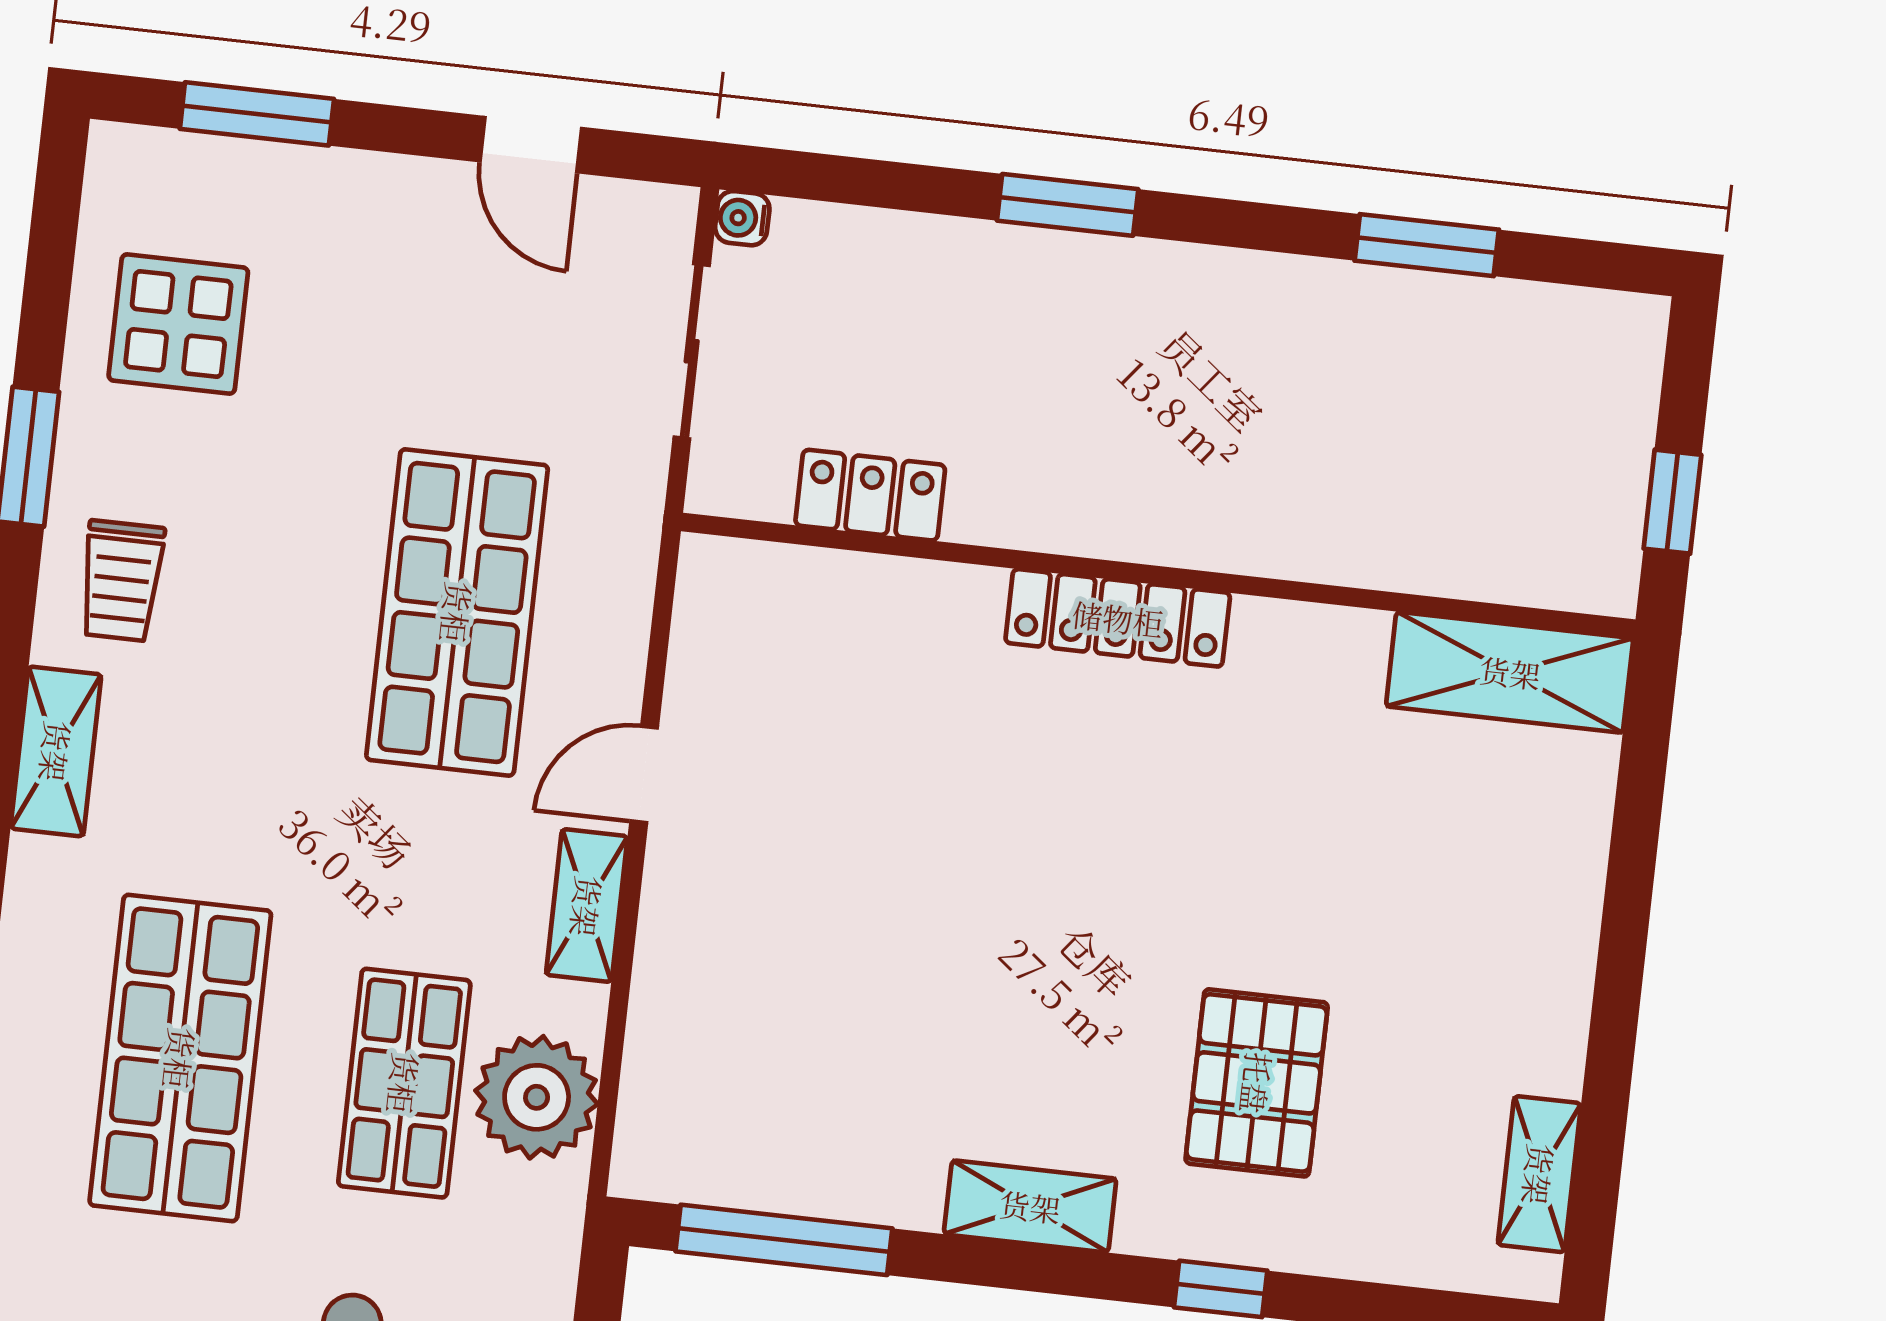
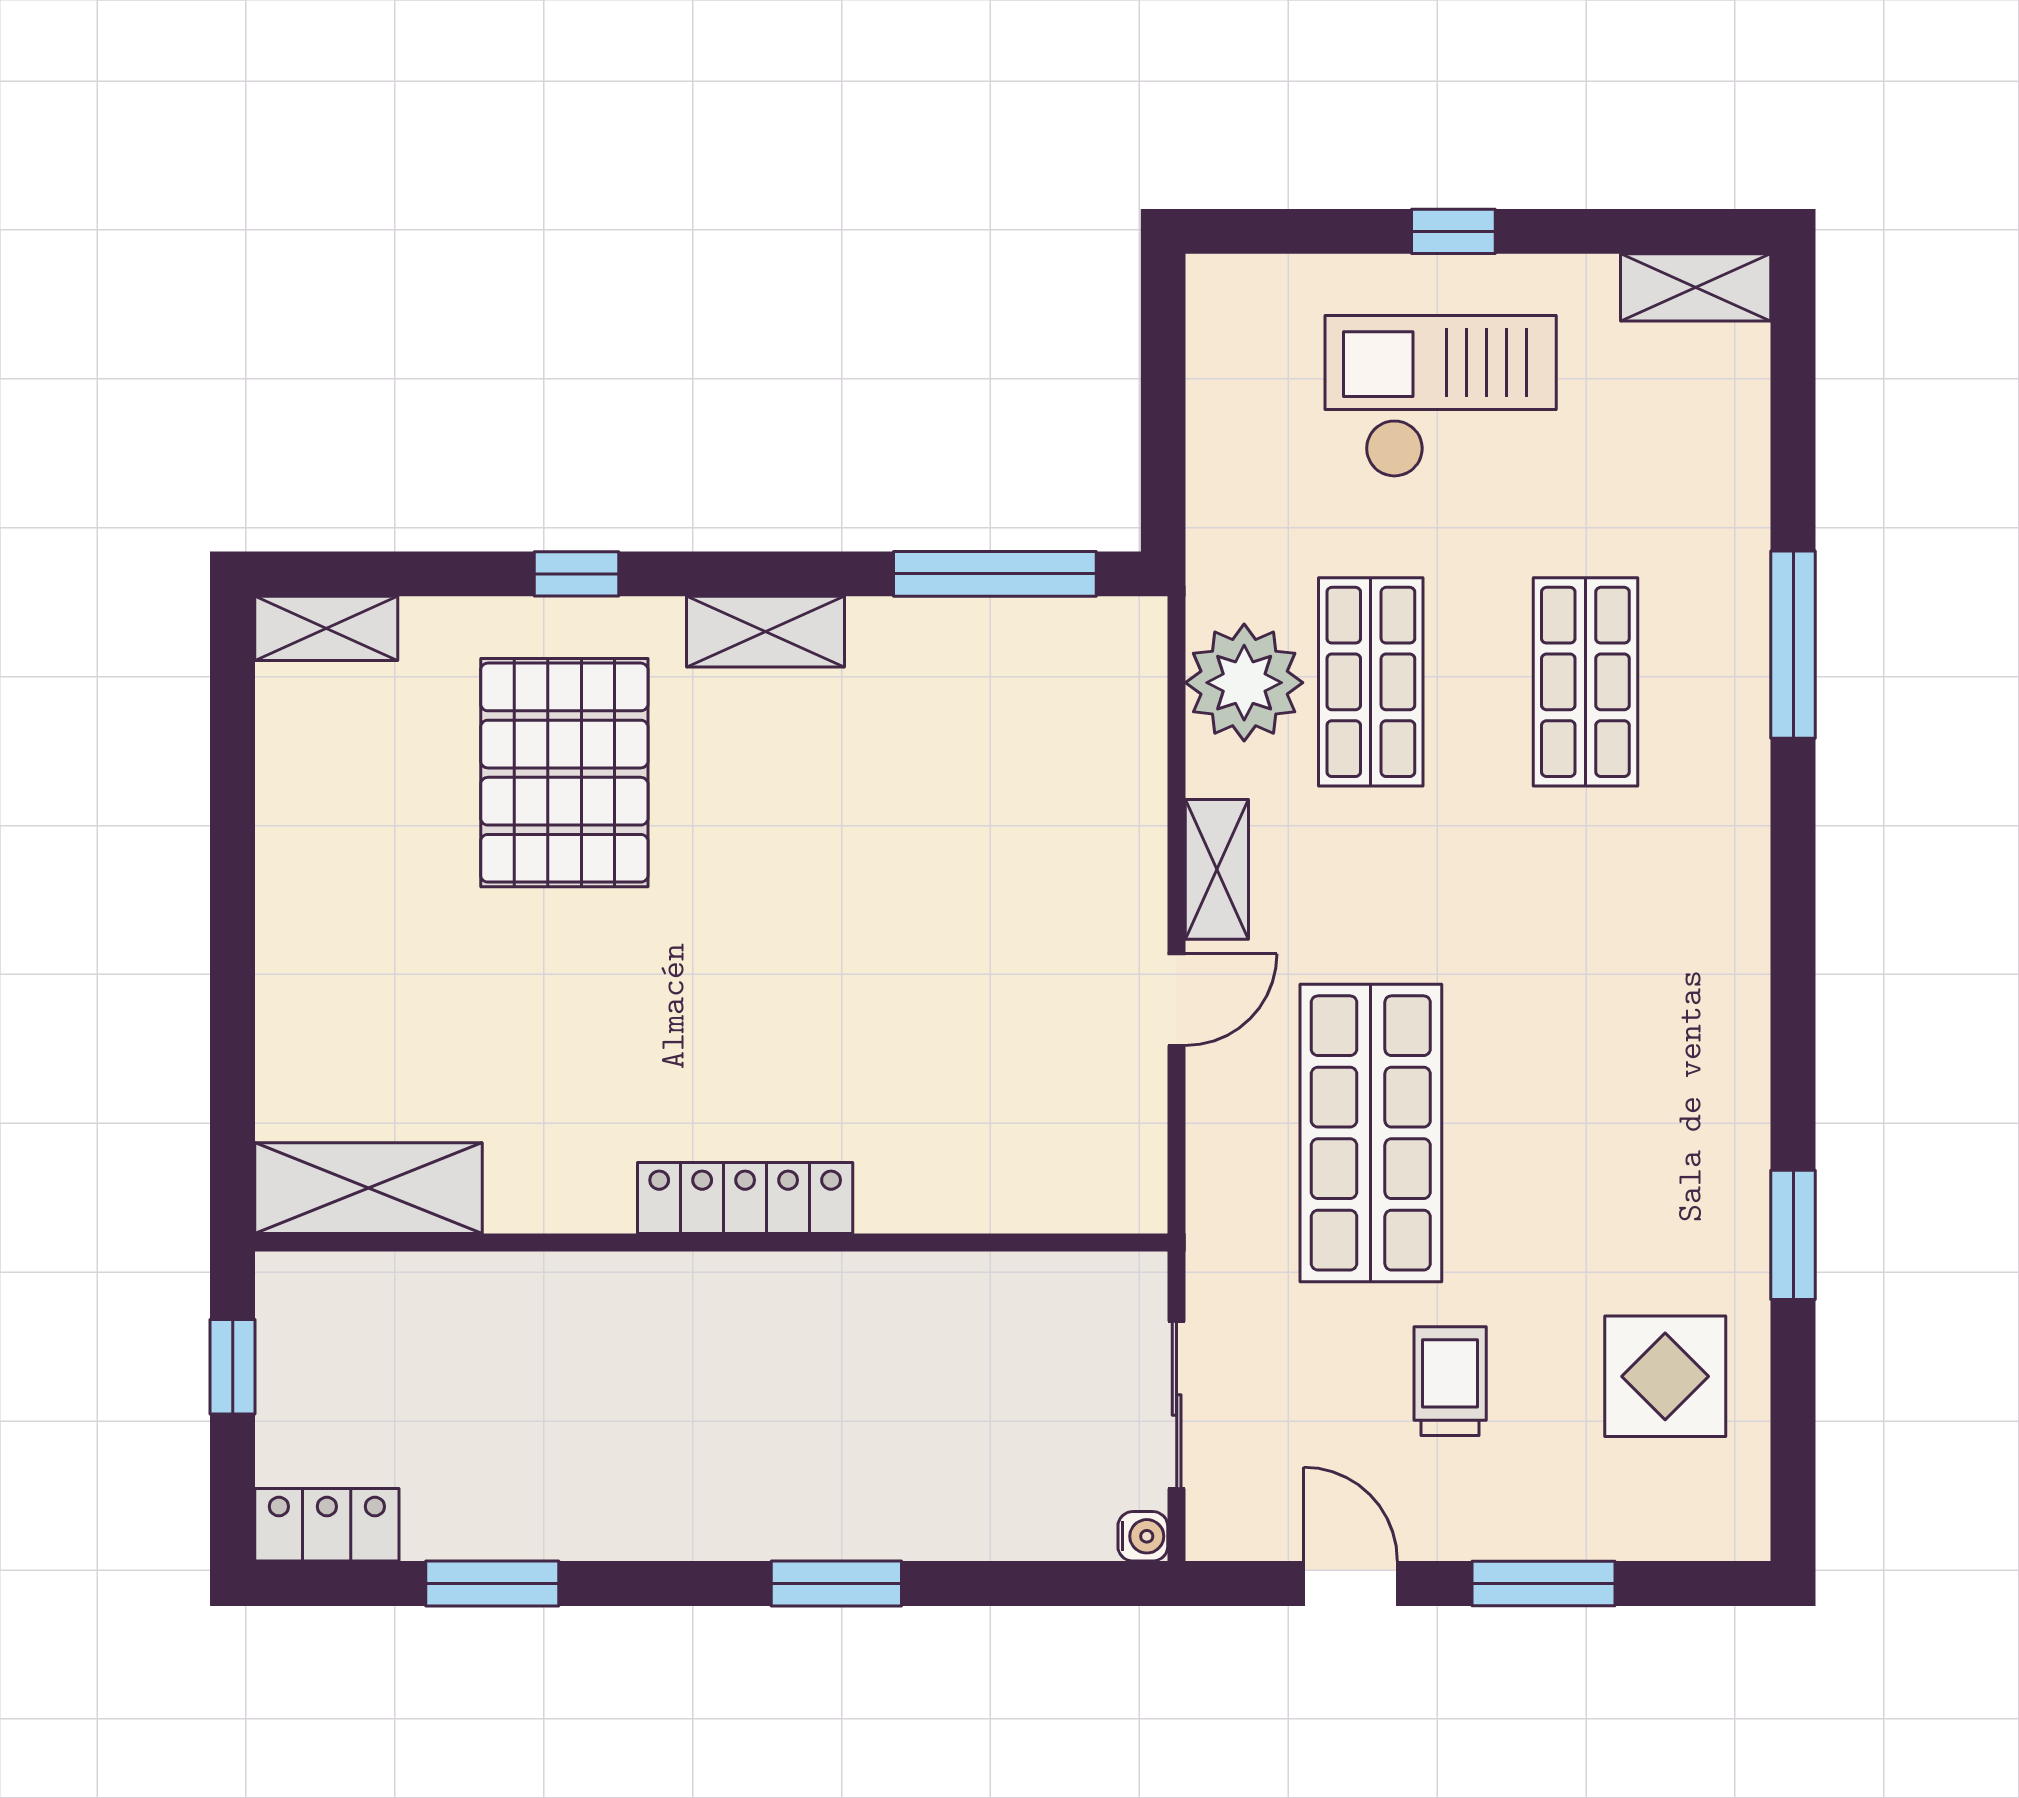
window: (257, 114) -> (1544, 1583), moved
locker: (870, 495) -> (327, 1525), moved, turned 180
trolley: (121, 581) -> (1450, 1381), moved
shelving: (56, 751) -> (1736, 959), removed
shop shelf: (180, 1058) -> (1585, 682), width x0.70, depth x0.74
pallet: (1257, 1083) -> (564, 773), width x1.37, depth x1.41
shelving: (1539, 1174) -> (326, 628), moved, turned 90

